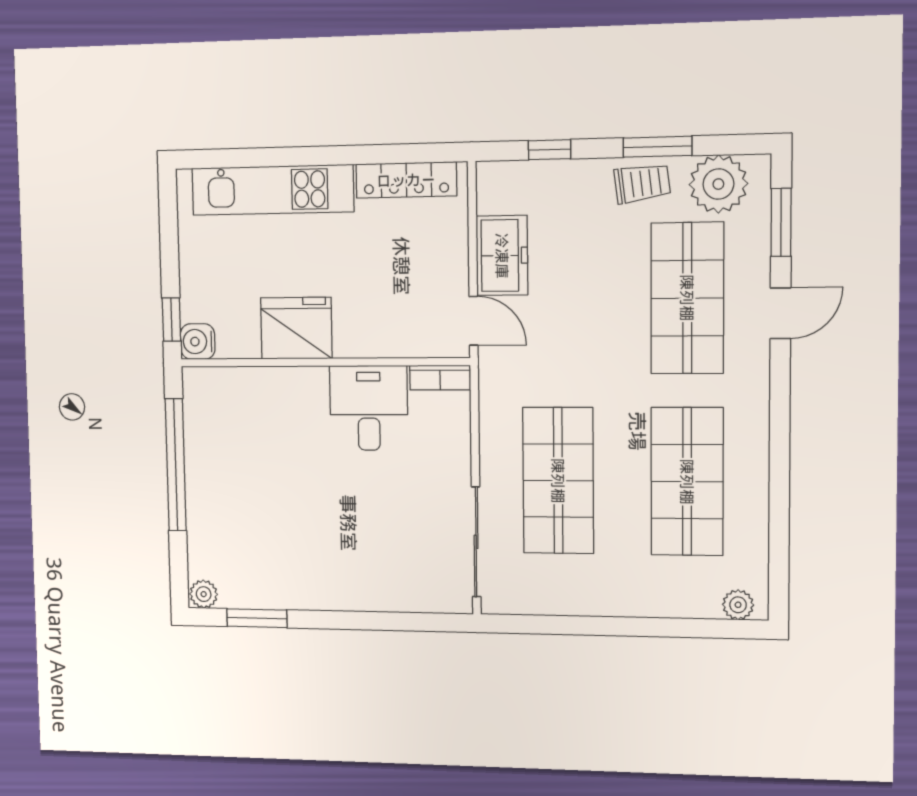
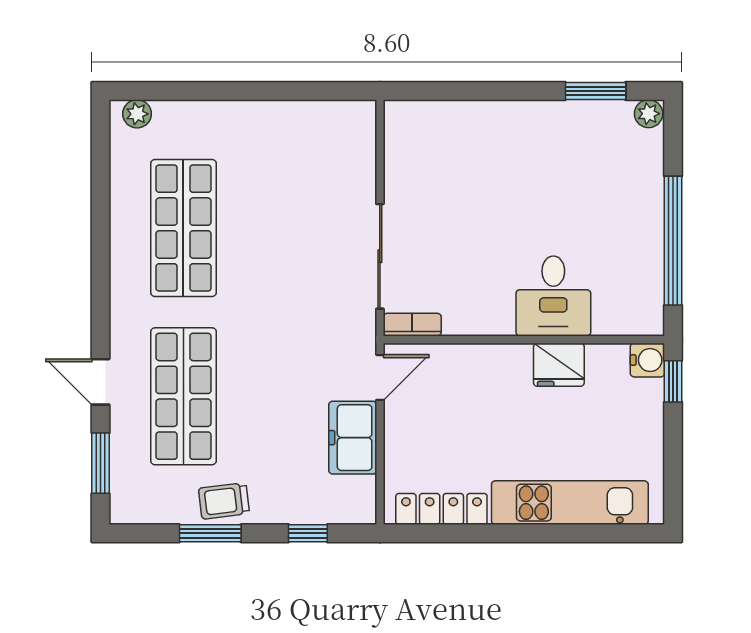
plant: (718, 184) -> (156, 499), removed
door: (780, 313) -> (101, 382), hinge flipped
door: (474, 321) -> (380, 377), swing flipped
fridge: (296, 328) -> (559, 365), width x0.73, depth x0.75
desk: (369, 408) -> (553, 296), moved
shop shelf: (558, 481) -> (302, 228), removed
sliding door: (476, 542) -> (380, 256), moved

